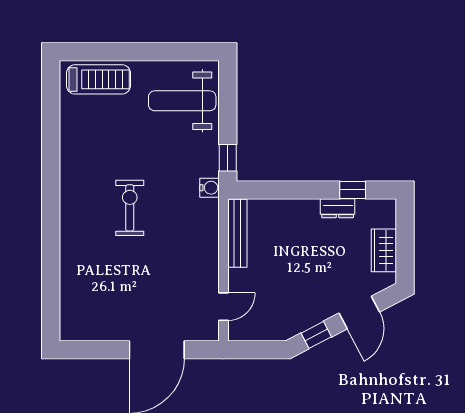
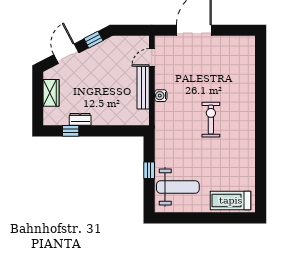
window: (228, 158) -> (149, 170), moved
water cooler: (209, 188) -> (161, 96), moved
exercise bike: (130, 208) -> (211, 120), turned 180
bench: (237, 233) -> (143, 88), moved

